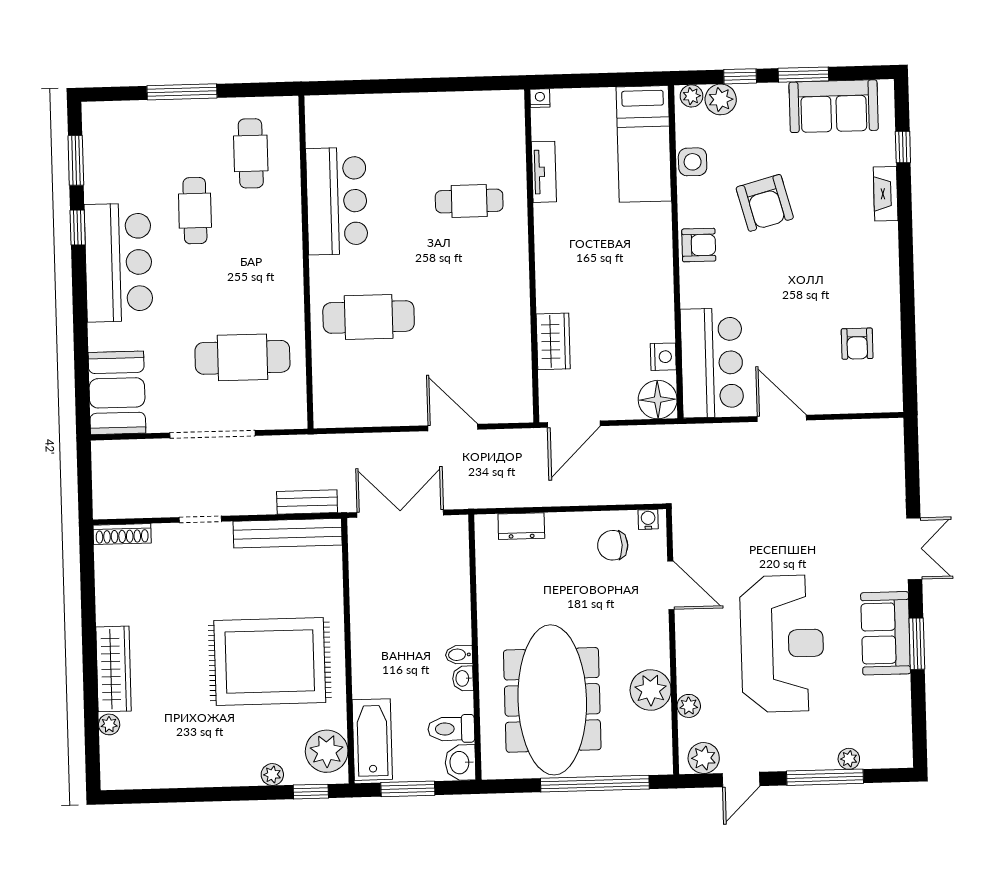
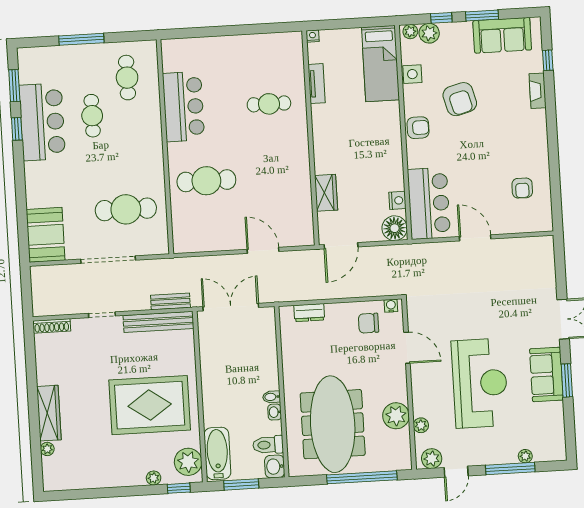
bar counter: (118, 263) -> (42, 122), moved

